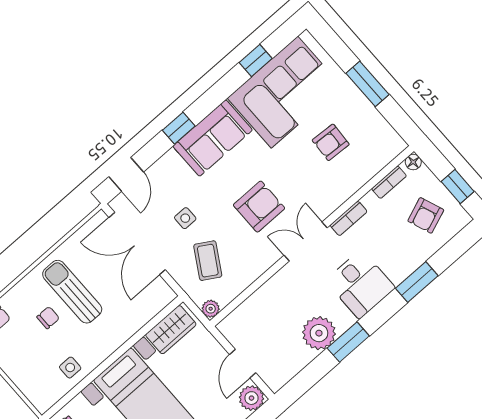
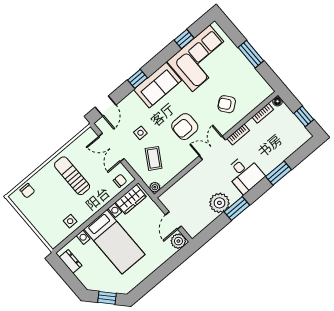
armchair: (331, 142) -> (227, 104), moved, turned 49
armchair: (259, 207) -> (185, 127), turned 180
armchair: (426, 215) -> (284, 133), removed
double door: (137, 244) -> (111, 148), width x0.73
chair: (48, 318) -> (120, 181), moved

